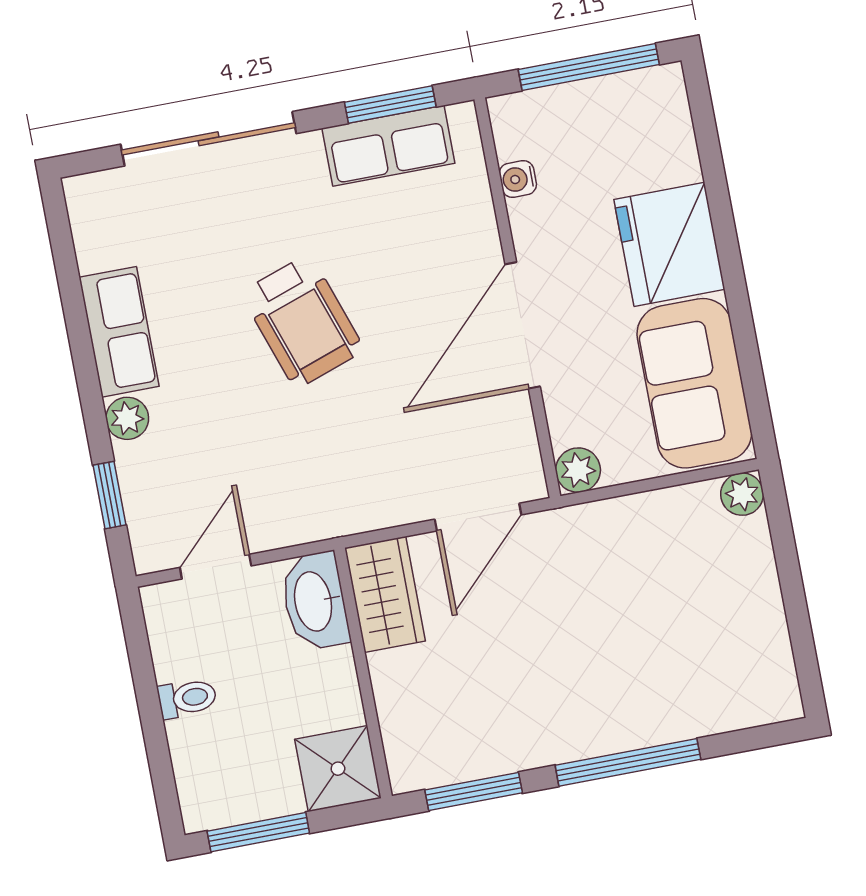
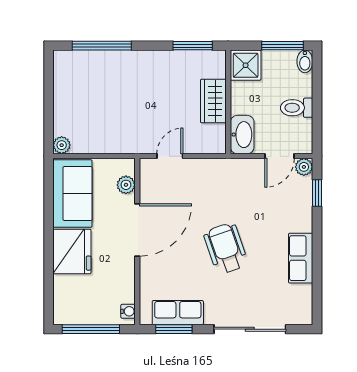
water cooler: (518, 179) -> (128, 311), moved
plant: (127, 418) -> (304, 167), moved
plant: (578, 470) -> (126, 185), moved
door: (478, 517) -> (170, 156), width x0.73
wardrobe: (385, 594) -> (213, 101), moved
toilet: (187, 698) -> (297, 108), width x1.37, depth x1.39
window: (628, 762) -> (102, 46), moved
bidet: (198, 805) -> (305, 61), added

